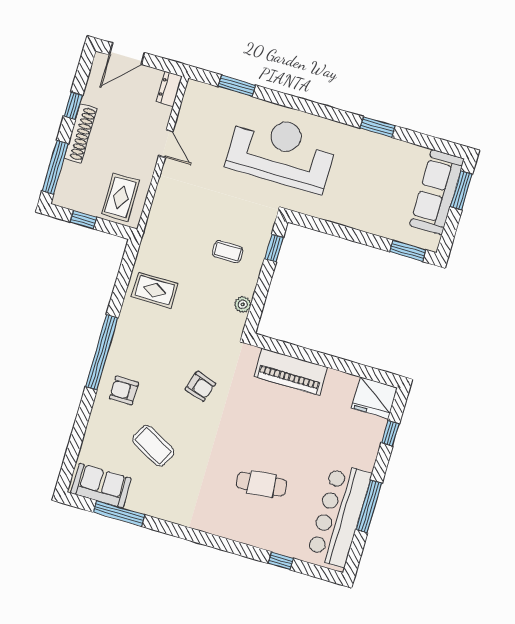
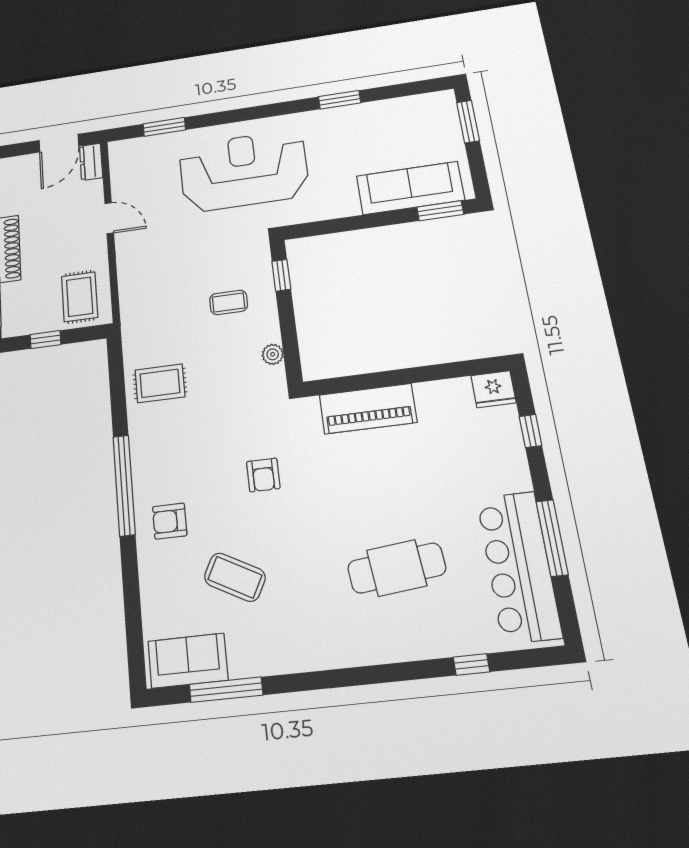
door: (127, 54) -> (59, 143), moved
sofa: (437, 192) -> (410, 188), moved, turned 90
armchair: (200, 386) -> (263, 475), turned 72
fridge: (374, 398) -> (494, 389), width x0.73, depth x0.75
cafe table: (262, 484) -> (397, 568), width x1.37, depth x1.35

